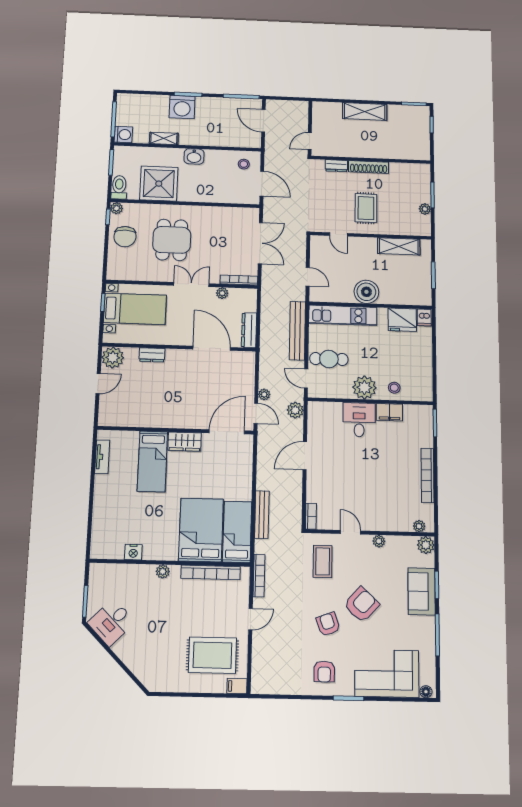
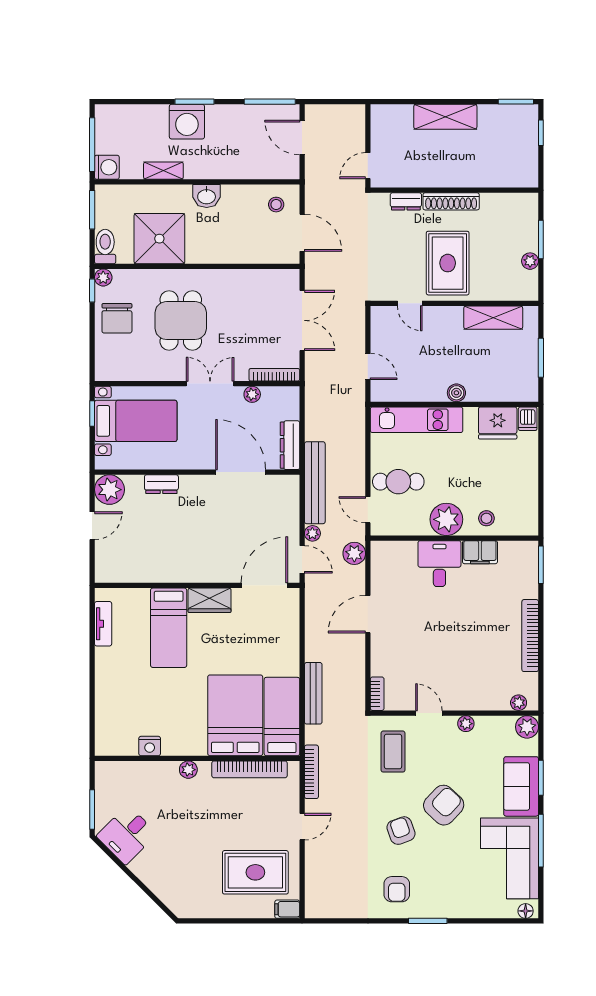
rug: (366, 208) -> (448, 263), width x1.36, depth x1.43
boiler: (366, 292) -> (456, 393), width x0.54, depth x0.54
bench: (297, 331) -> (315, 483), moved
corner sofa: (387, 673) -> (510, 858), moved, turned -90

